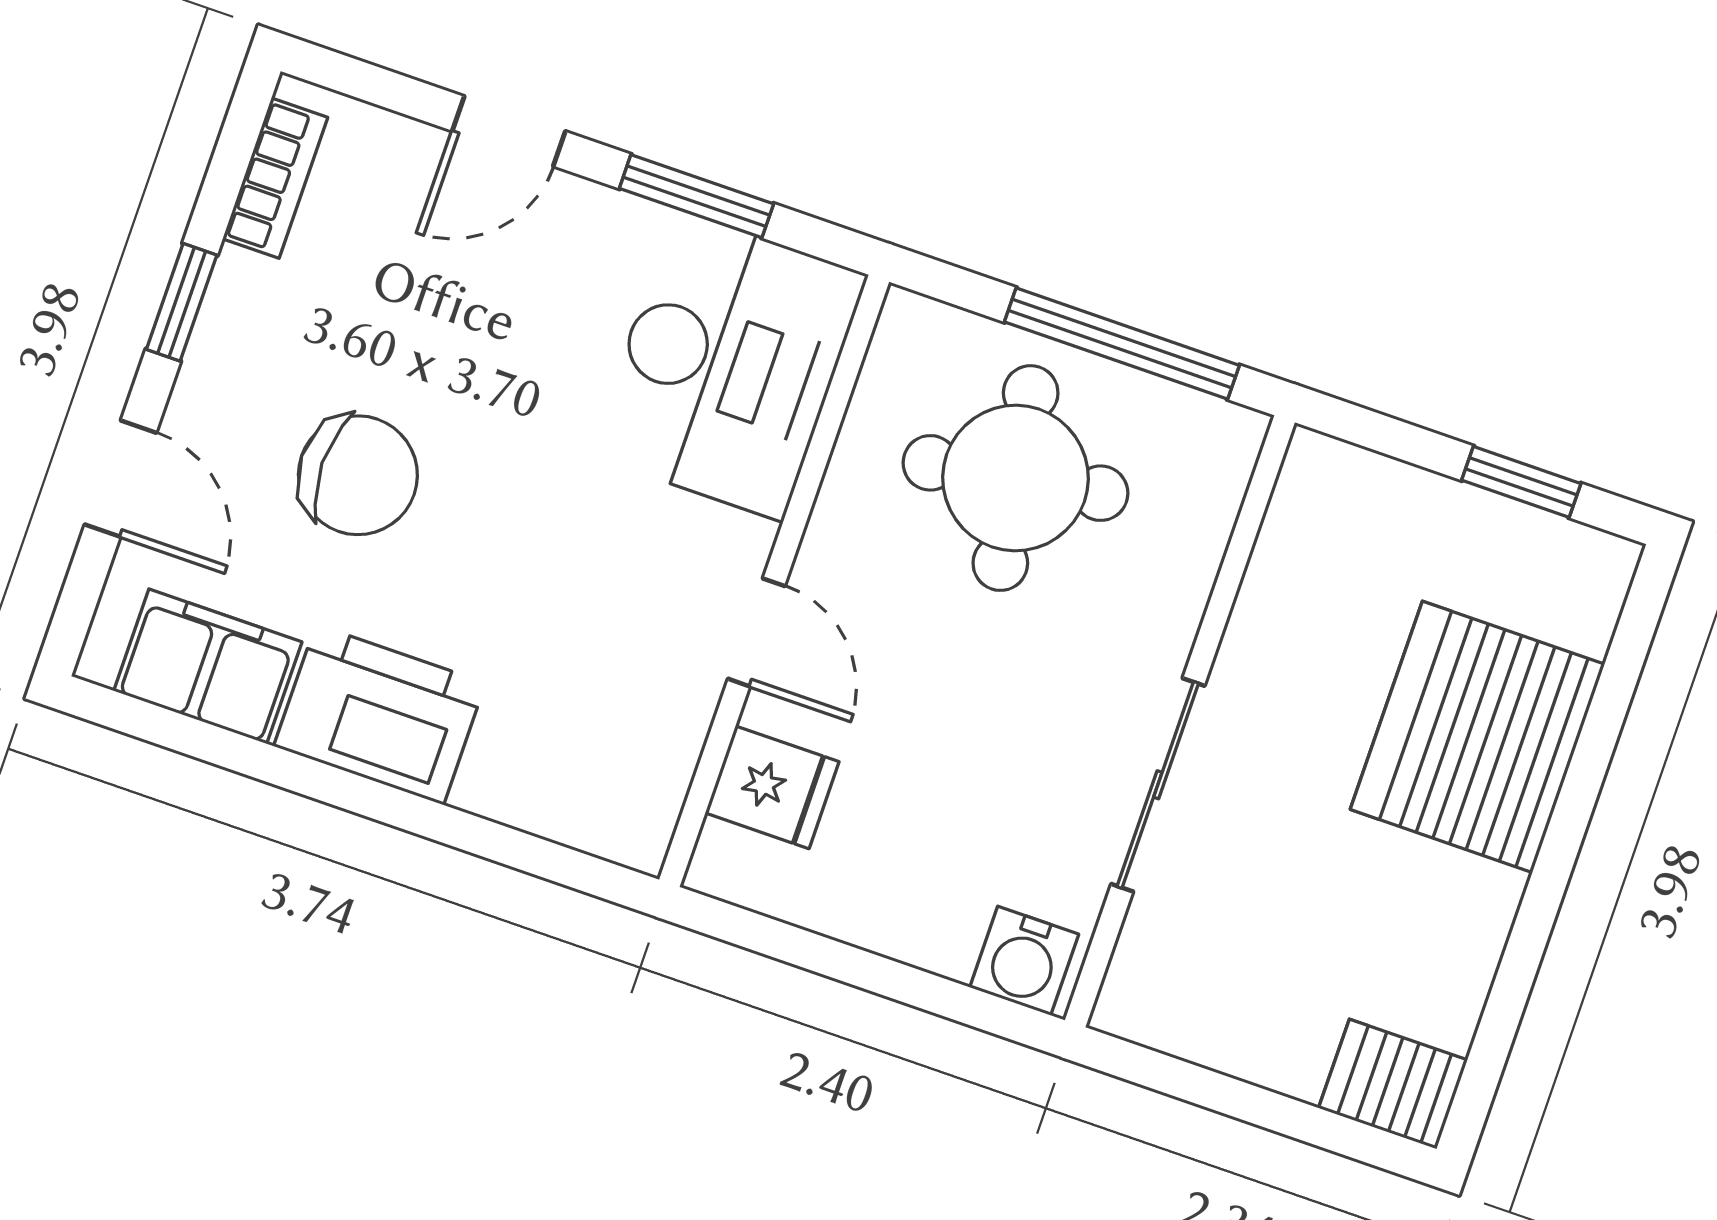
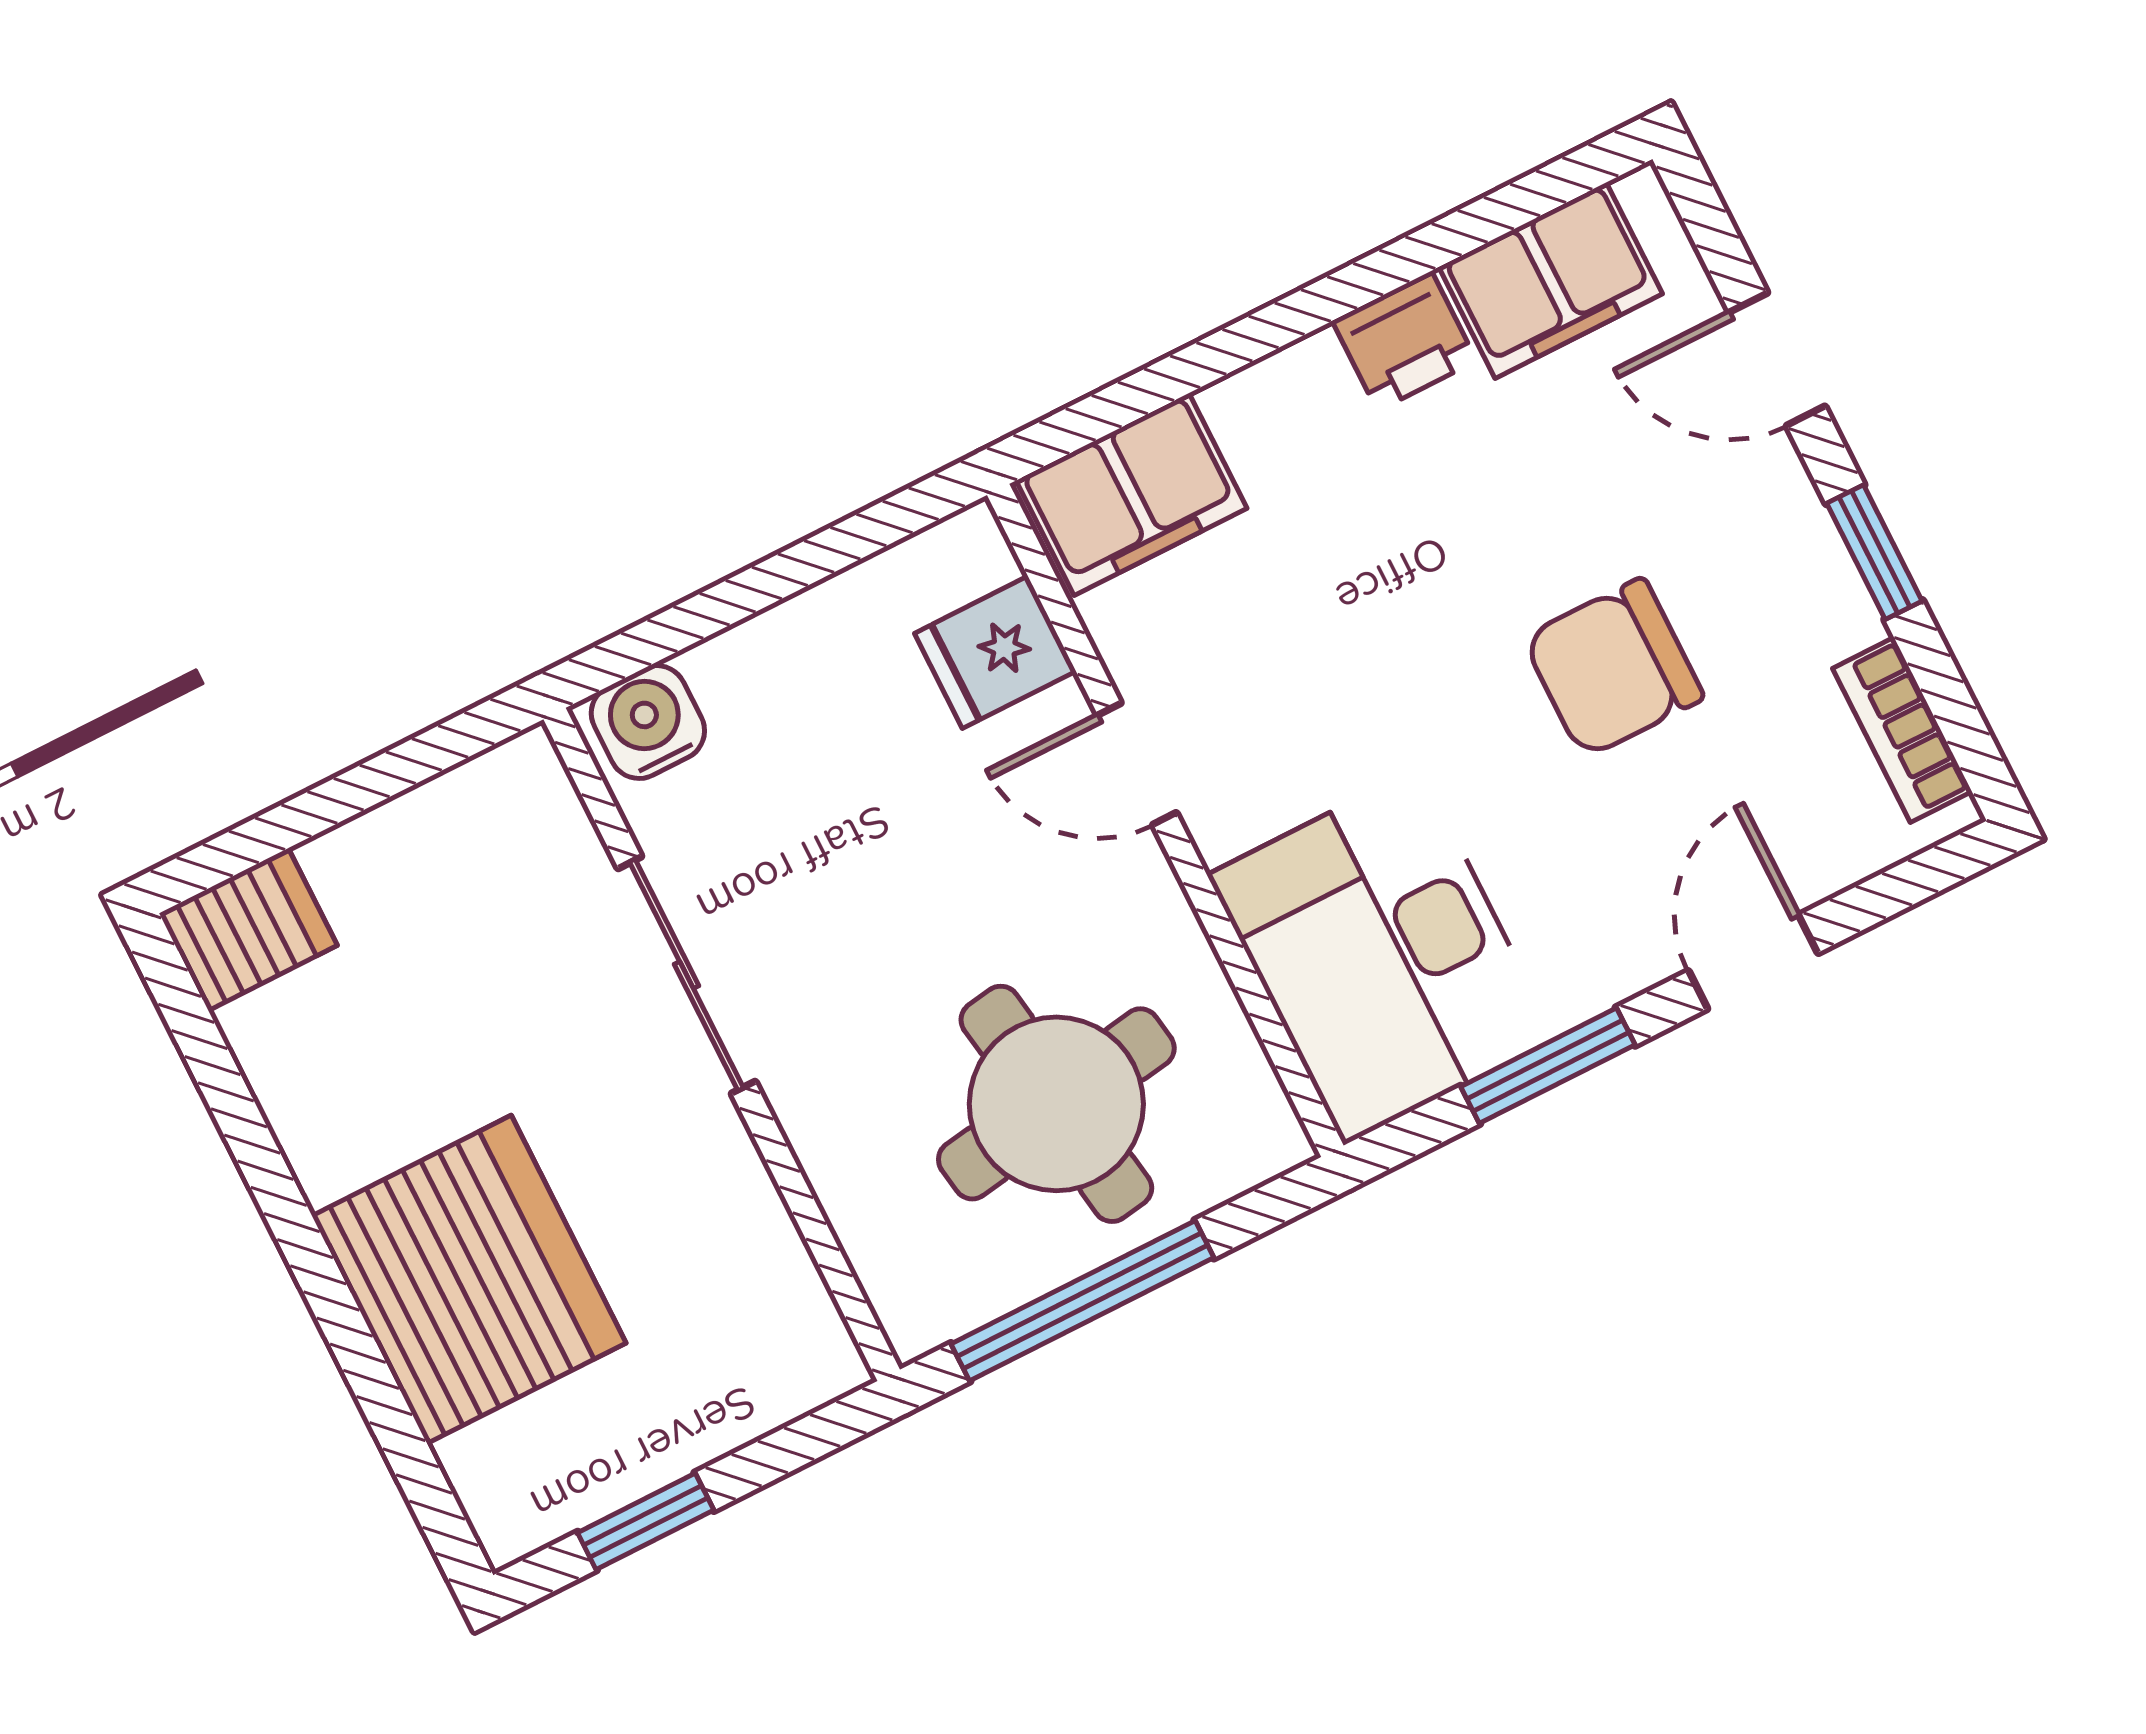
chair: (358, 475) -> (1613, 668), moved
printer: (380, 715) -> (1404, 341), width x0.53, depth x0.68
filing cabinet: (592, 798) -> (1131, 494), added

